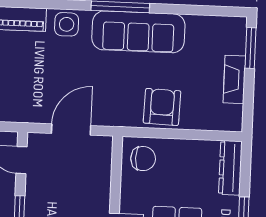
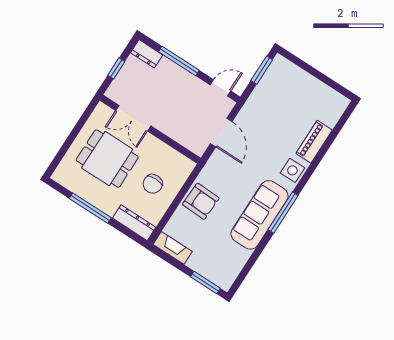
fireplace: (234, 79) -> (173, 248), moved
chair: (143, 159) -> (153, 184), moved

